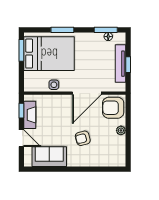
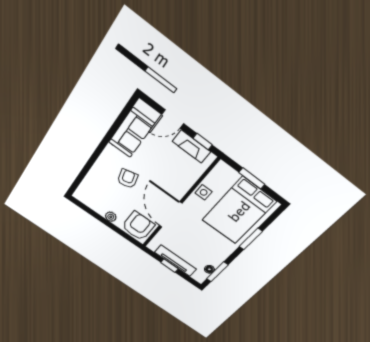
window: (21, 50) -> (252, 178), moved

